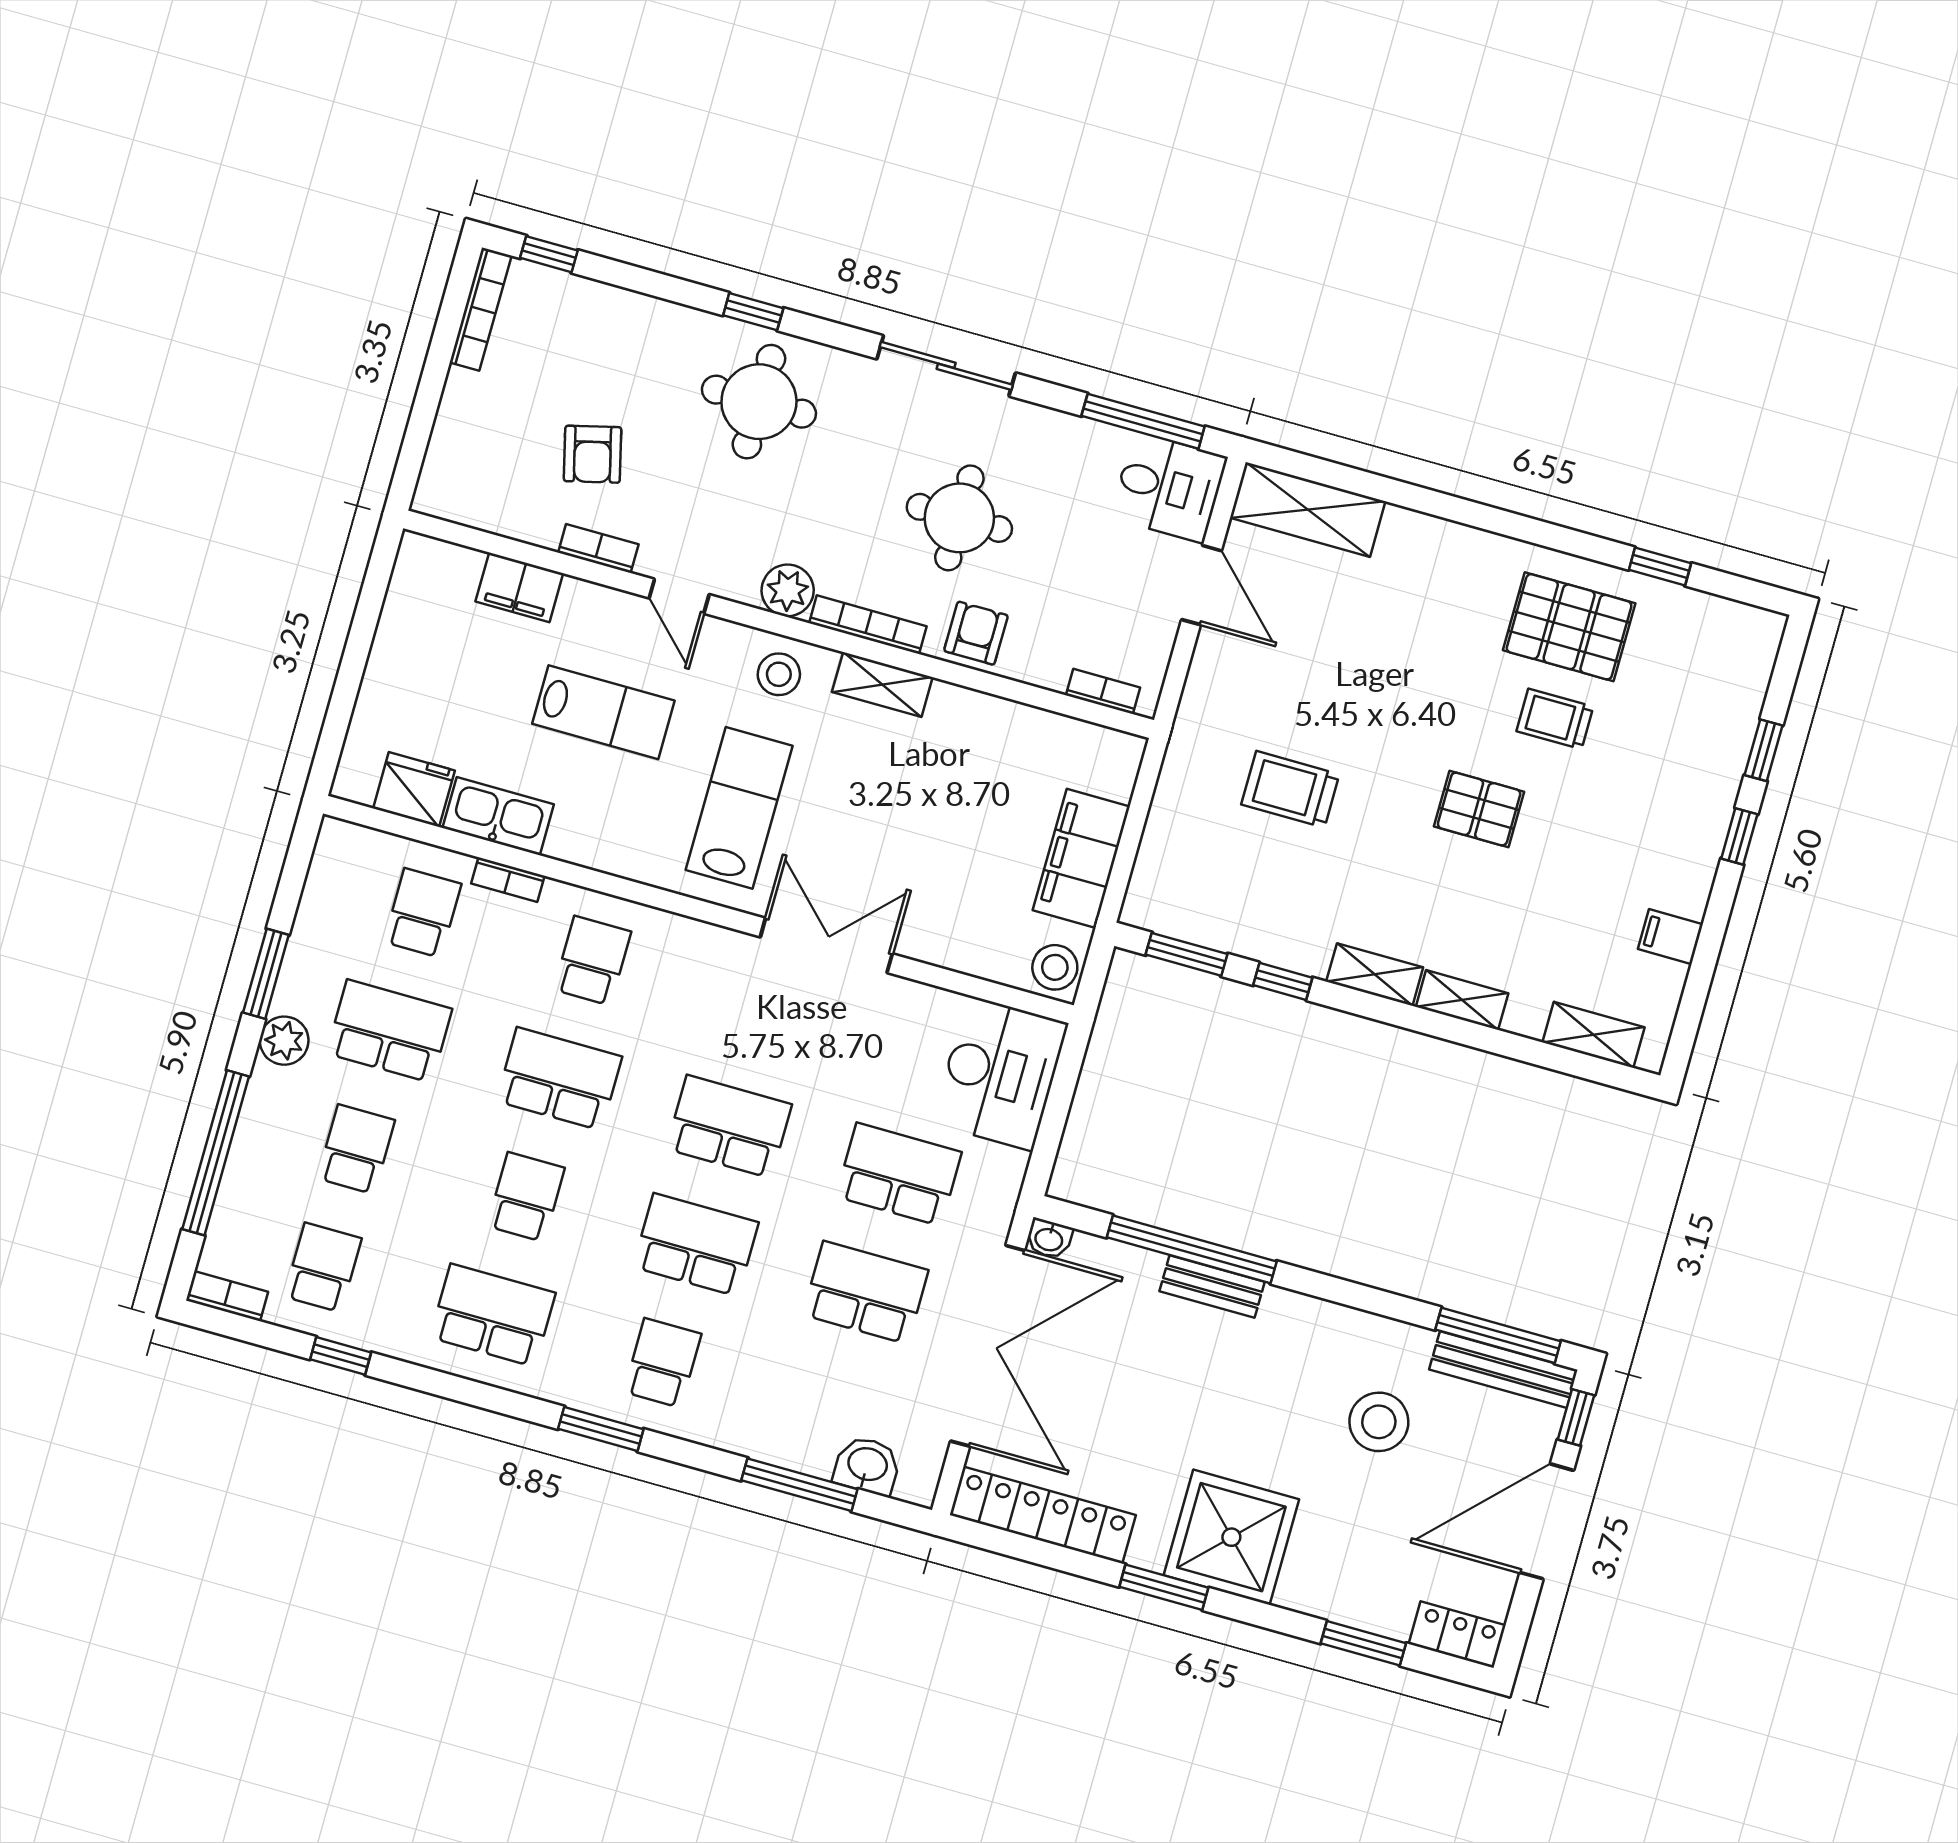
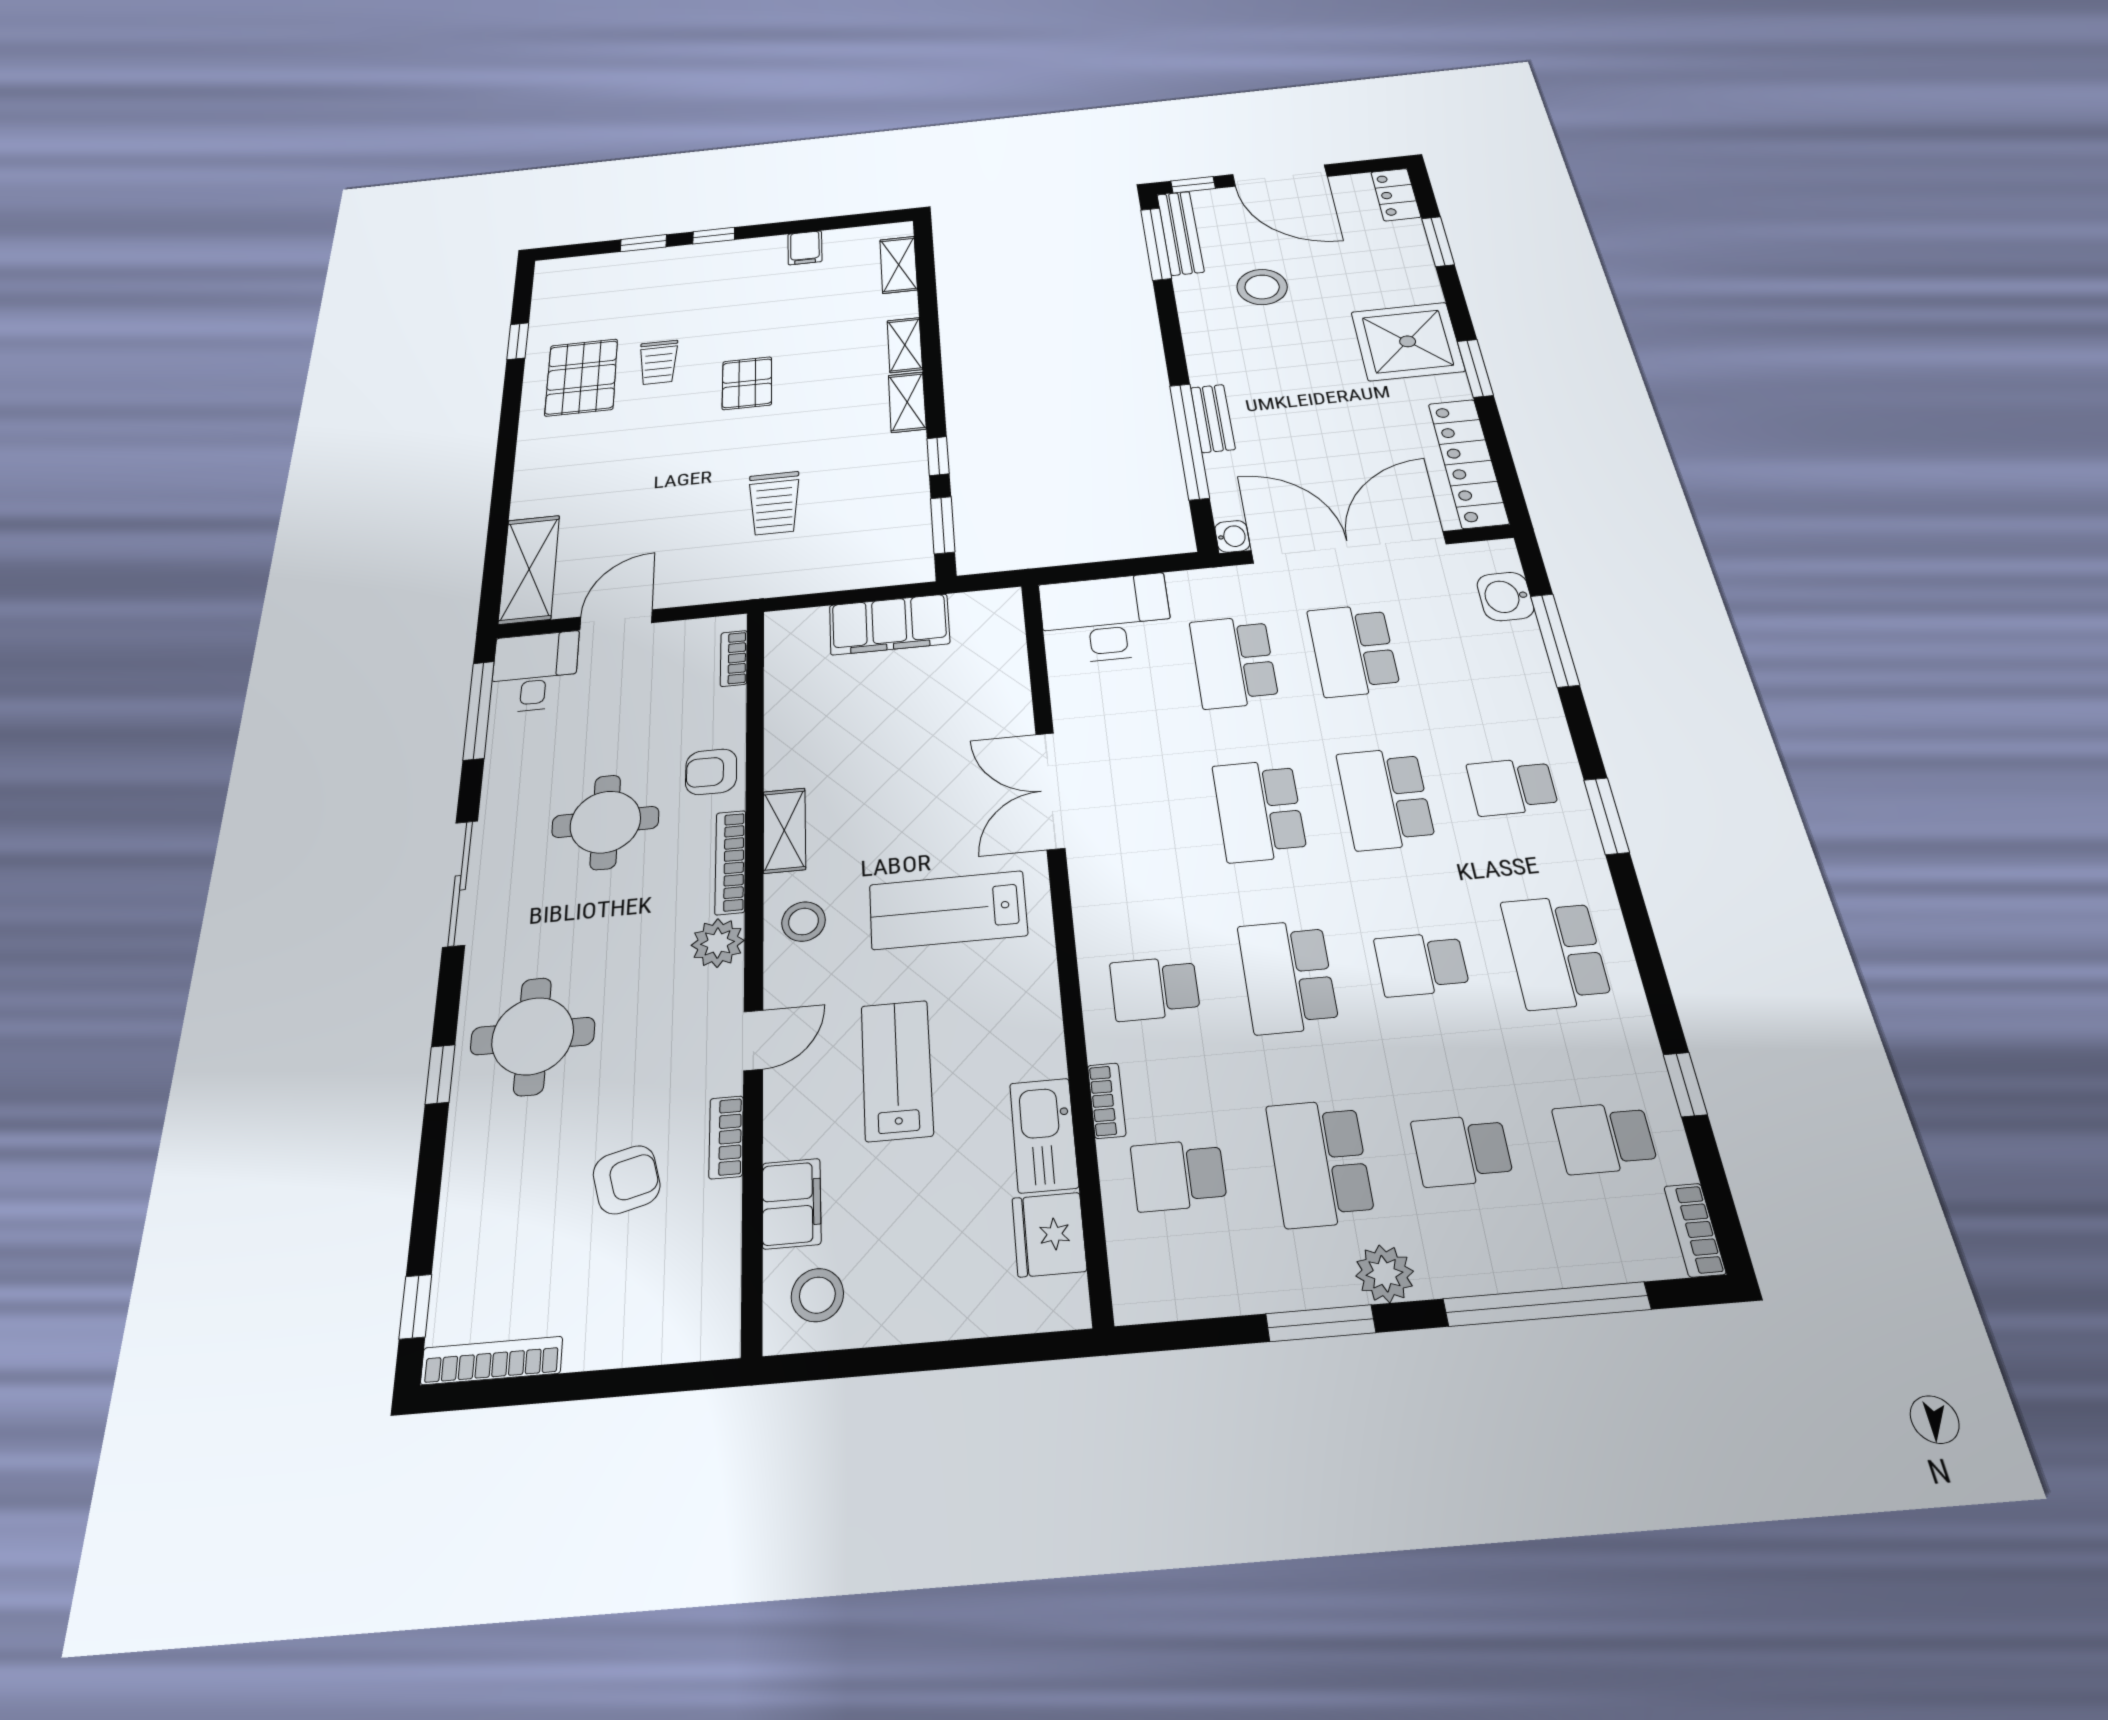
stool: (1055, 967) -> (817, 1295), moved

